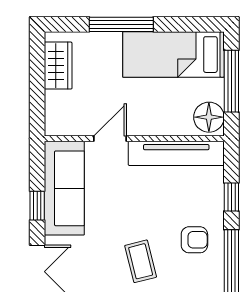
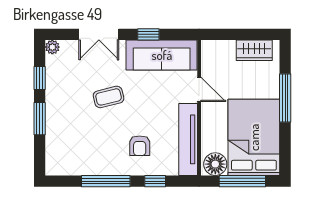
bed: (173, 55) -> (254, 137), width x1.50
armchair: (194, 240) -> (140, 146), moved
coffee table: (141, 261) -> (109, 97), moved

